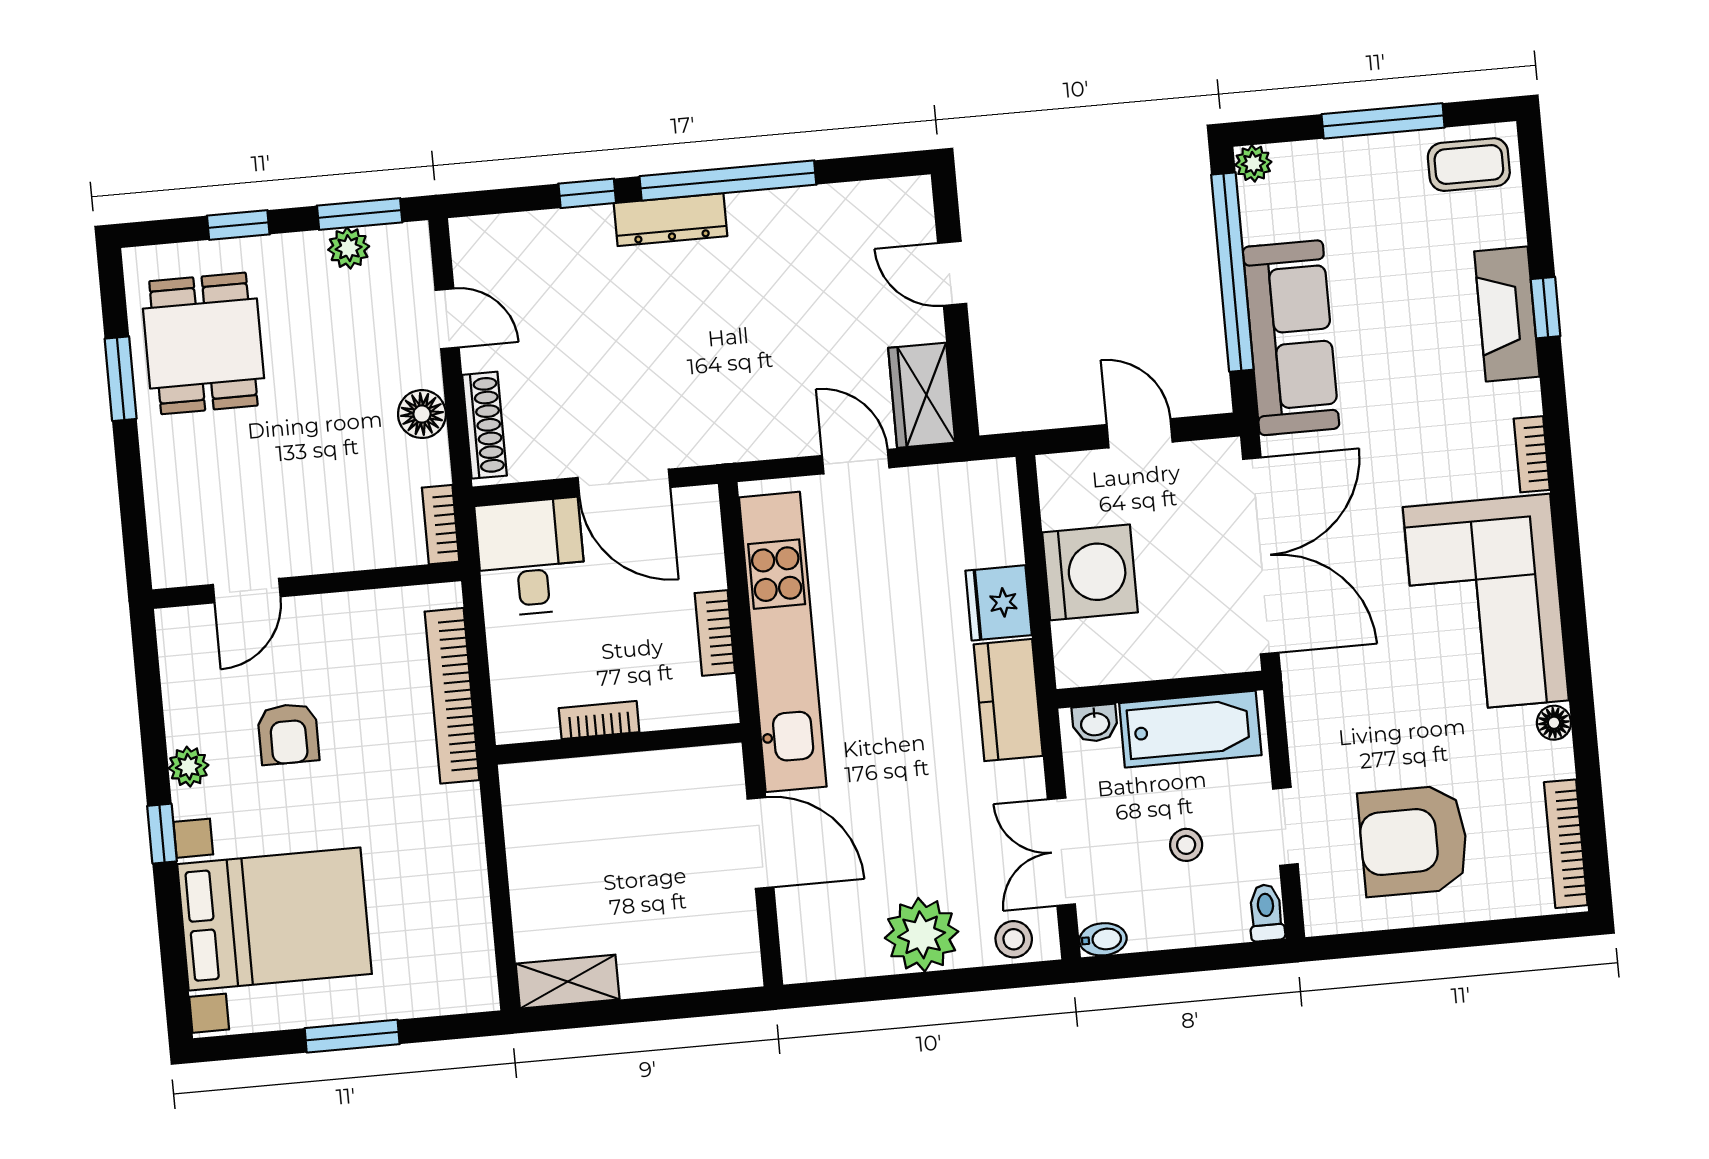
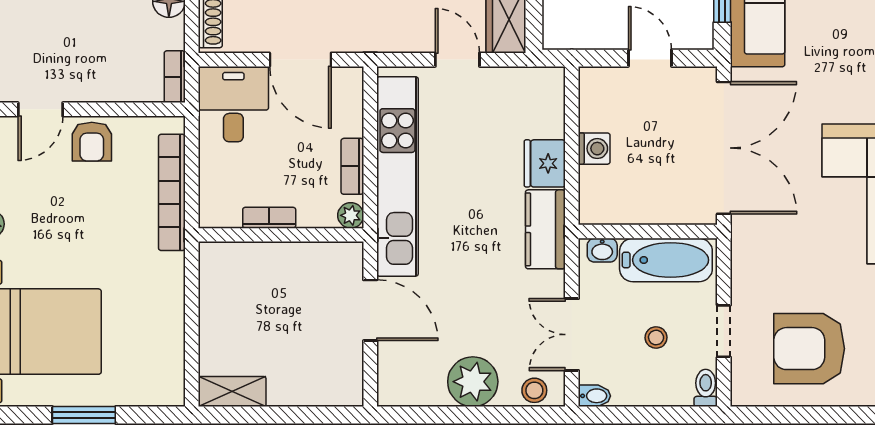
washing machine: (1090, 572) -> (594, 149), width x0.53, depth x0.53
plant: (719, 706) -> (351, 215), added
armchair: (288, 734) -> (92, 142), moved

